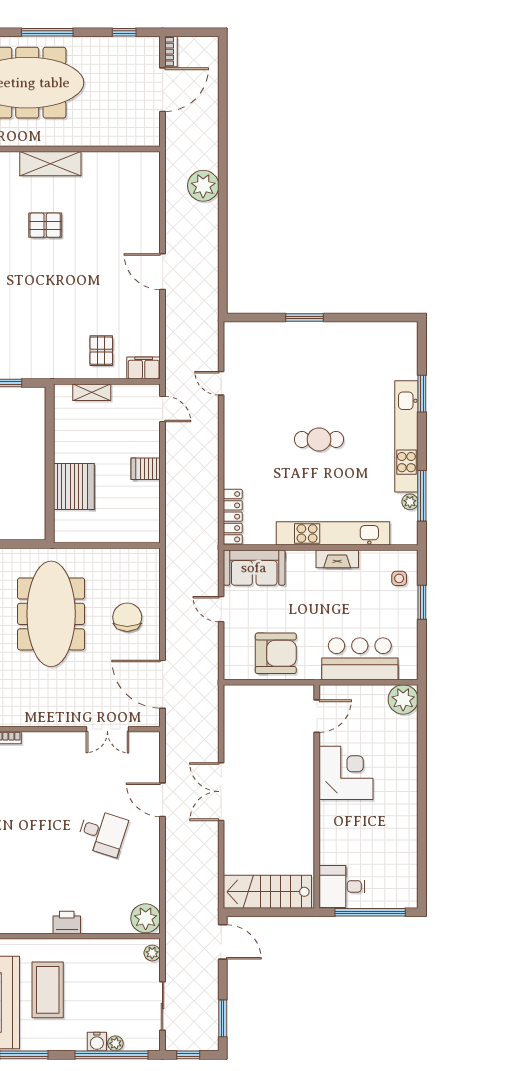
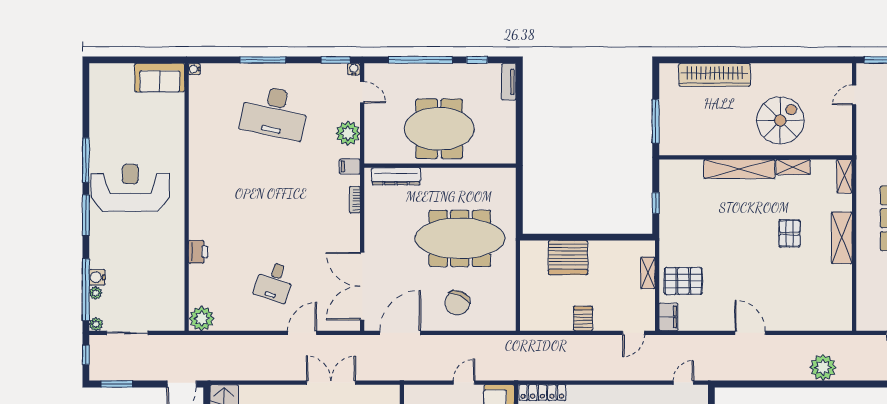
door: (163, 272) -> (750, 333), hinge flipped
pallet: (101, 351) -> (683, 281), width x1.50, depth x1.42
door: (221, 383) -> (683, 383), moved
chair: (127, 617) -> (457, 303), turned 115
double door: (107, 729) -> (362, 286), width x1.87
double door: (221, 792) -> (331, 383), moved
plant: (152, 953) -> (96, 324), moved
coffee table: (48, 990) -> (141, 235), removed

